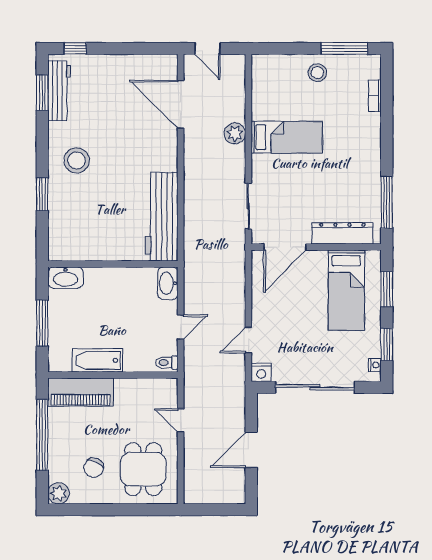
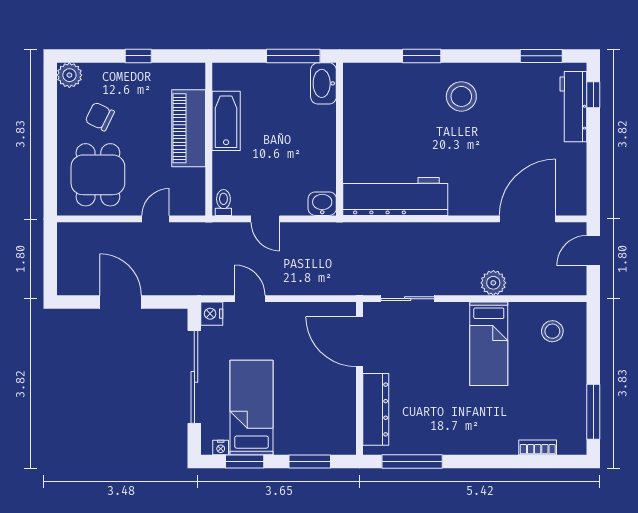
stool: (317, 73) -> (552, 331), moved
workbench: (59, 91) -> (573, 107), moved, turned 90
washbasin: (168, 283) -> (322, 204), width x0.72
bed: (346, 290) -> (252, 407), moved, turned 90
window: (42, 323) -> (293, 56), moved
piano: (81, 392) -> (189, 128), moved
window: (42, 435) -> (138, 56), width x0.32
dining table: (143, 469) -> (98, 175), turned 90

